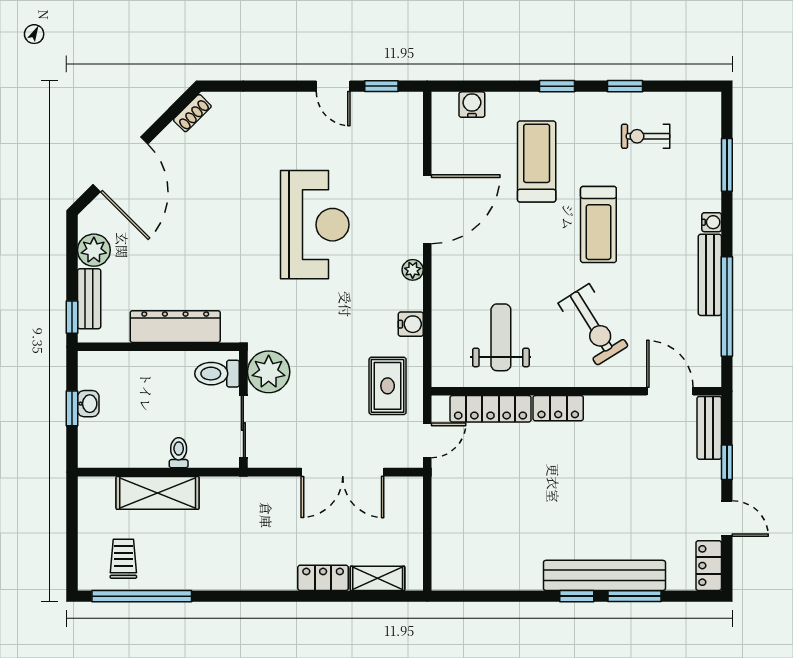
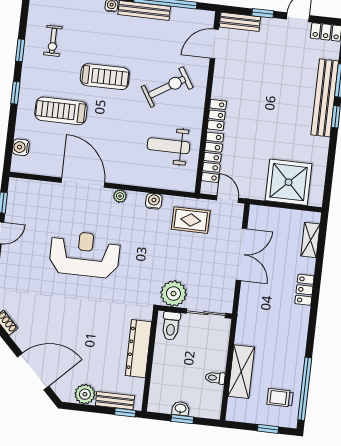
toilet: (179, 453) -> (215, 378), moved
shower: (465, 533) -> (289, 182), added
window: (72, 545) -> (268, 429), added
locker: (323, 578) -> (304, 290), moved

